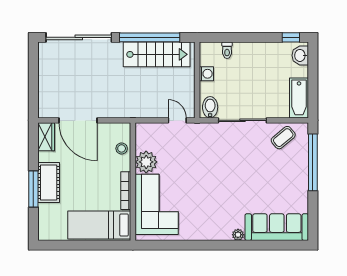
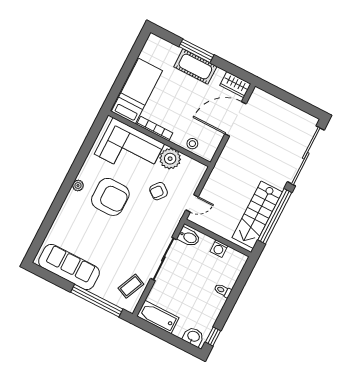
toilet: (227, 50) -> (223, 290), moved
coffee table: (283, 138) -> (131, 286), turned 64
armchair: (182, 157) -> (159, 191), added
armchair: (210, 199) -> (110, 197), added
sofa: (277, 227) -> (69, 267), moved, turned -90
plant: (238, 235) -> (78, 185), moved

